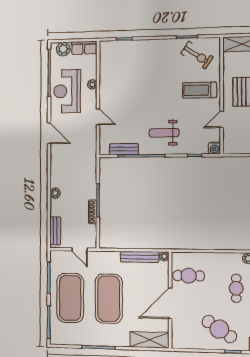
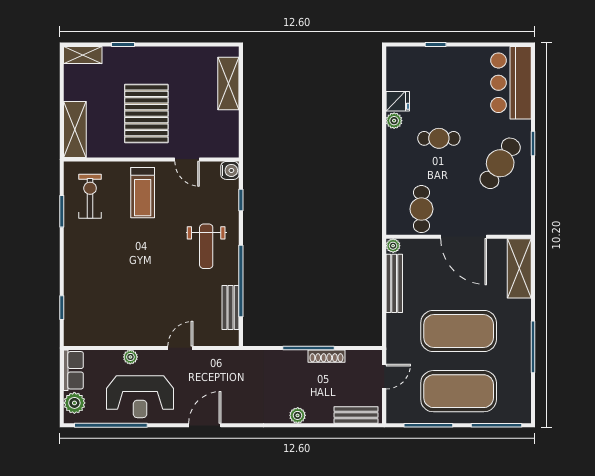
exercise bike: (197, 55) -> (90, 196), turned -34

